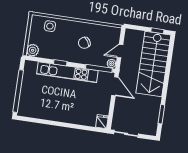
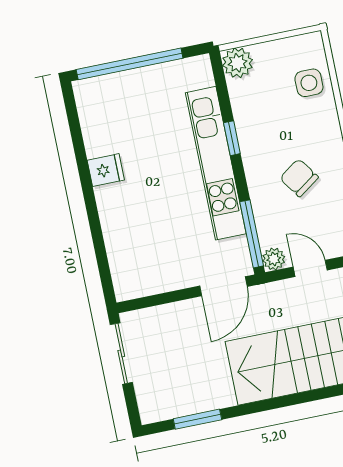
fridge: (102, 122) -> (106, 170), moved

